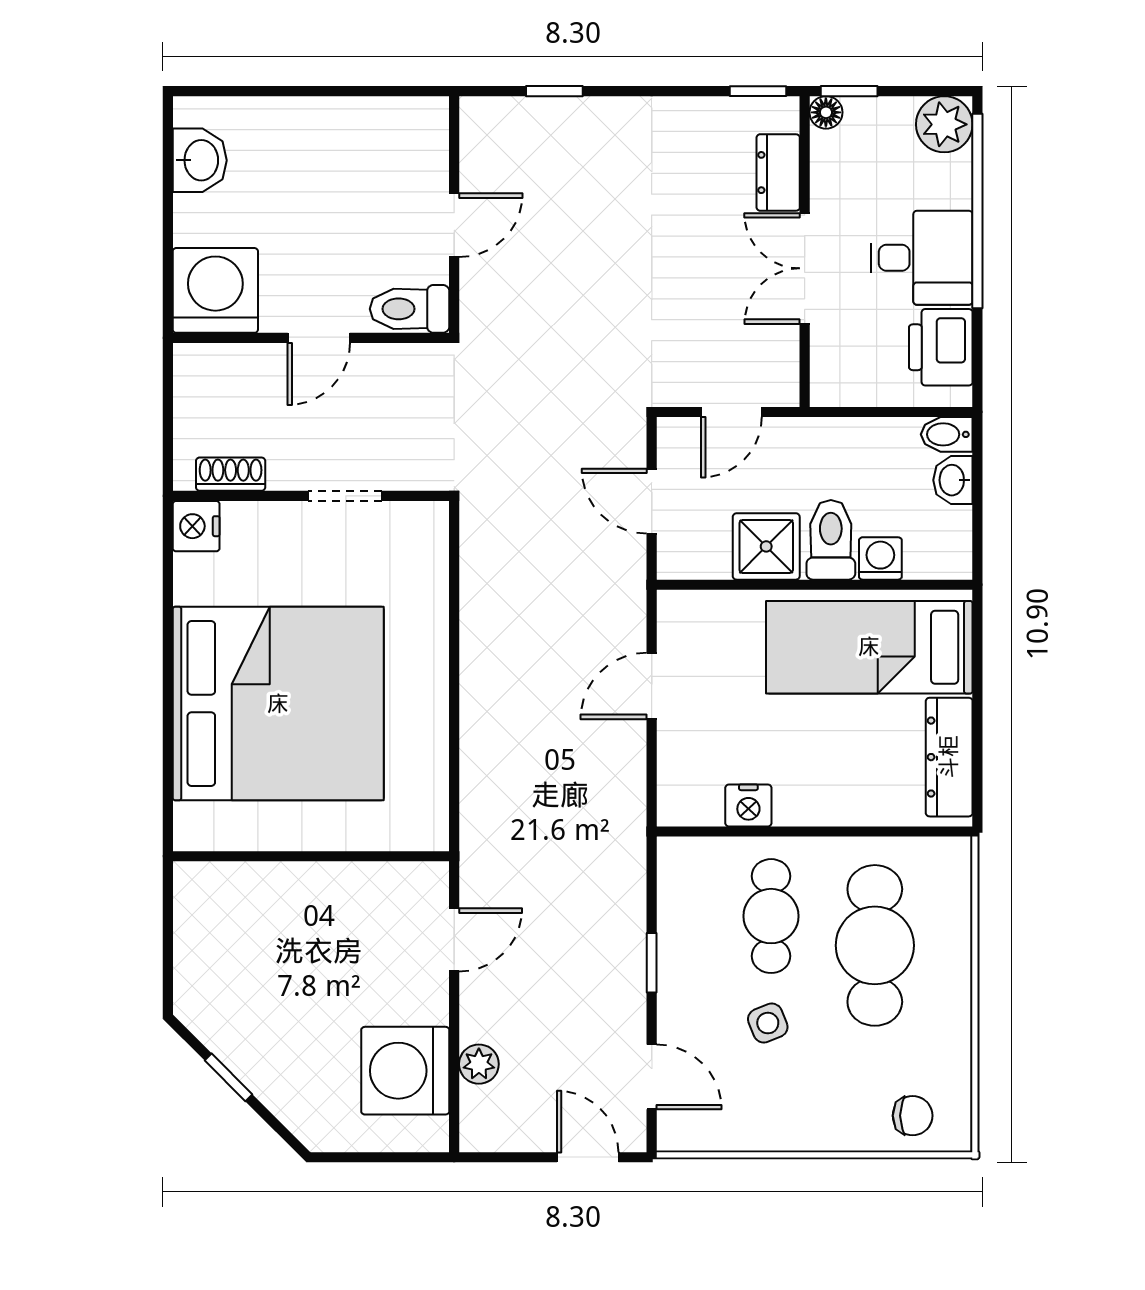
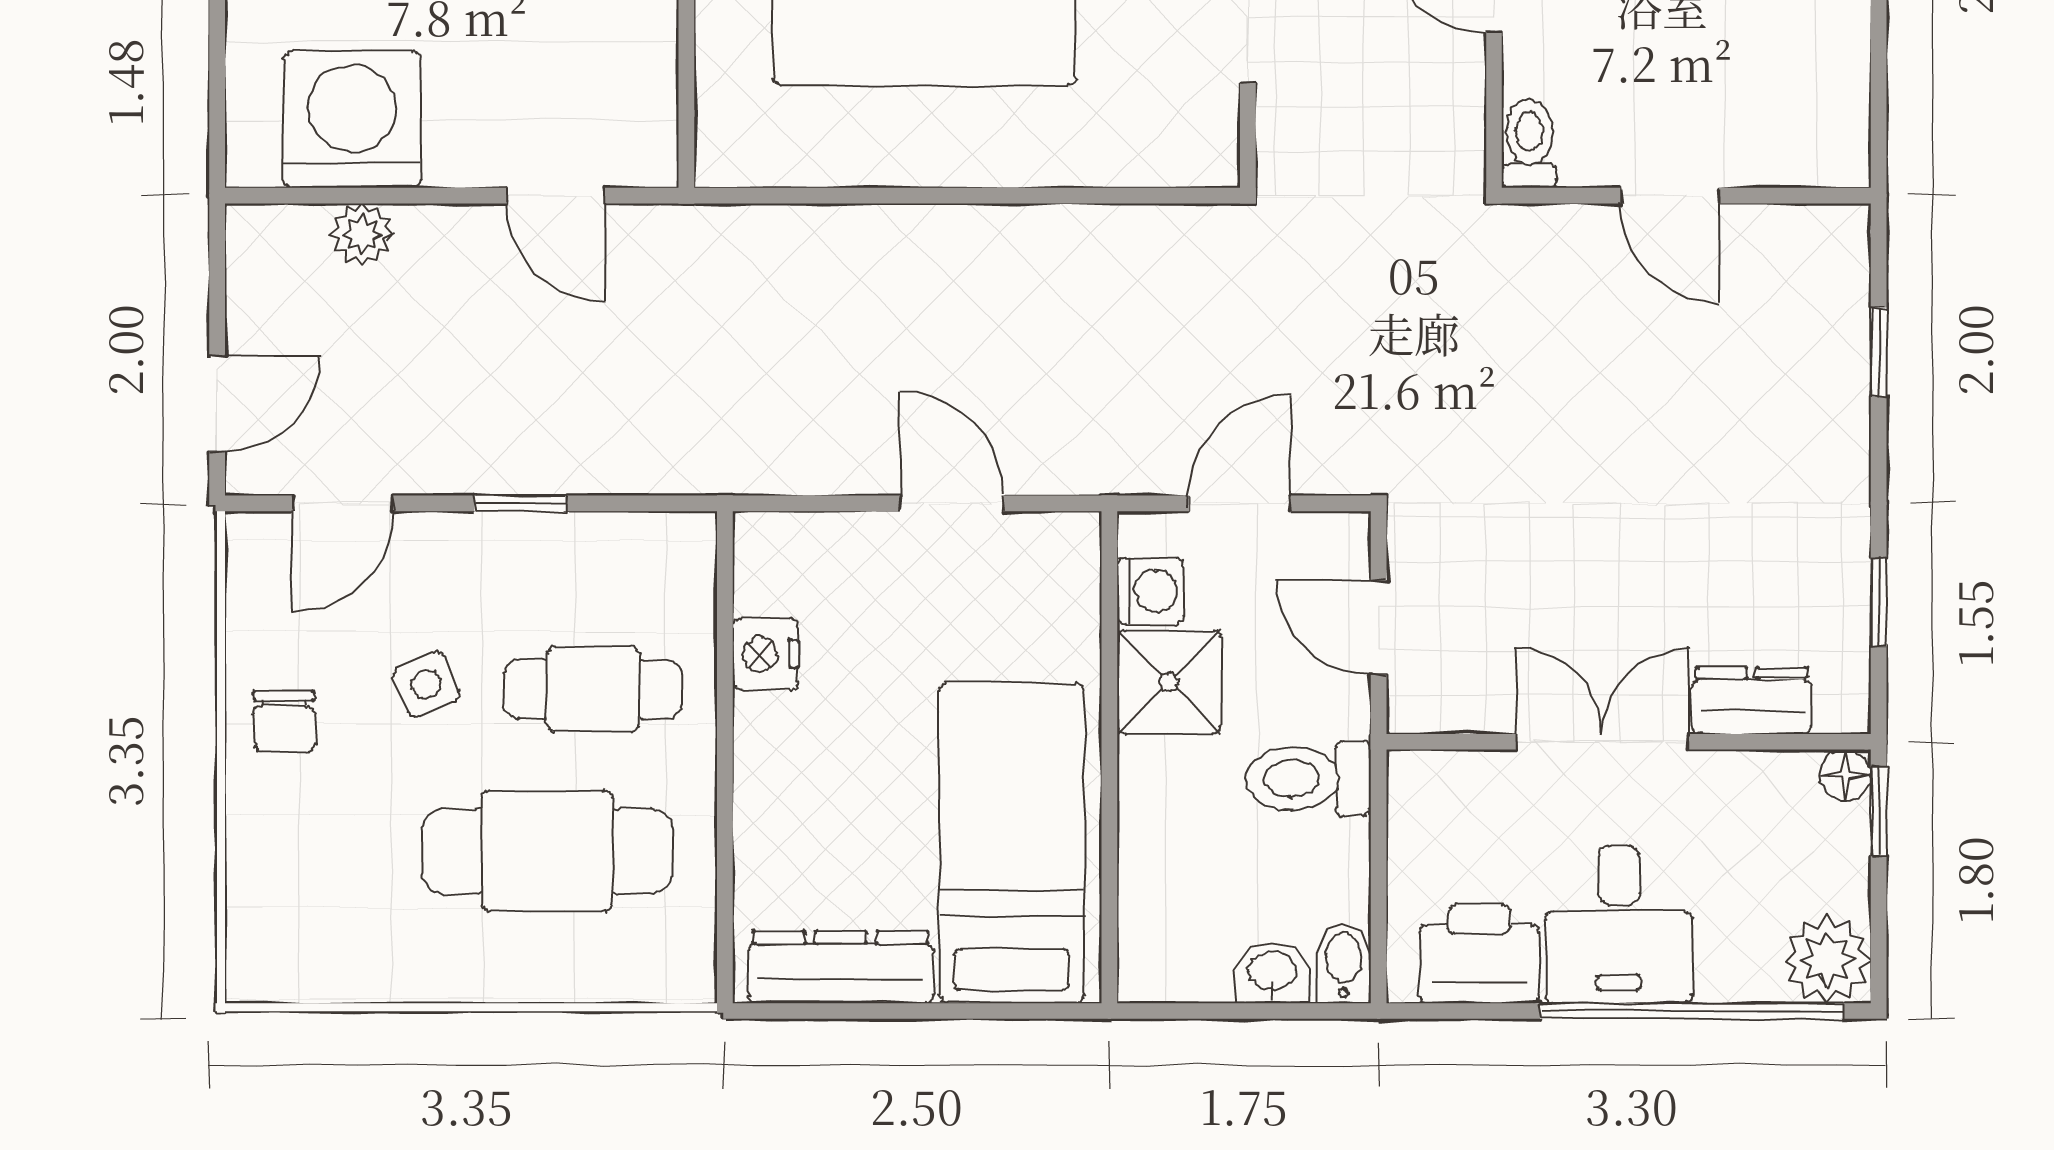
window: (758, 91) -> (1879, 602), moved
toilet: (410, 309) -> (1529, 143), width x0.73, depth x0.72
toilet: (831, 540) -> (1309, 778), moved, turned 180
washing machine: (880, 558) -> (1150, 591), moved
chair: (913, 1116) -> (284, 722), moved

